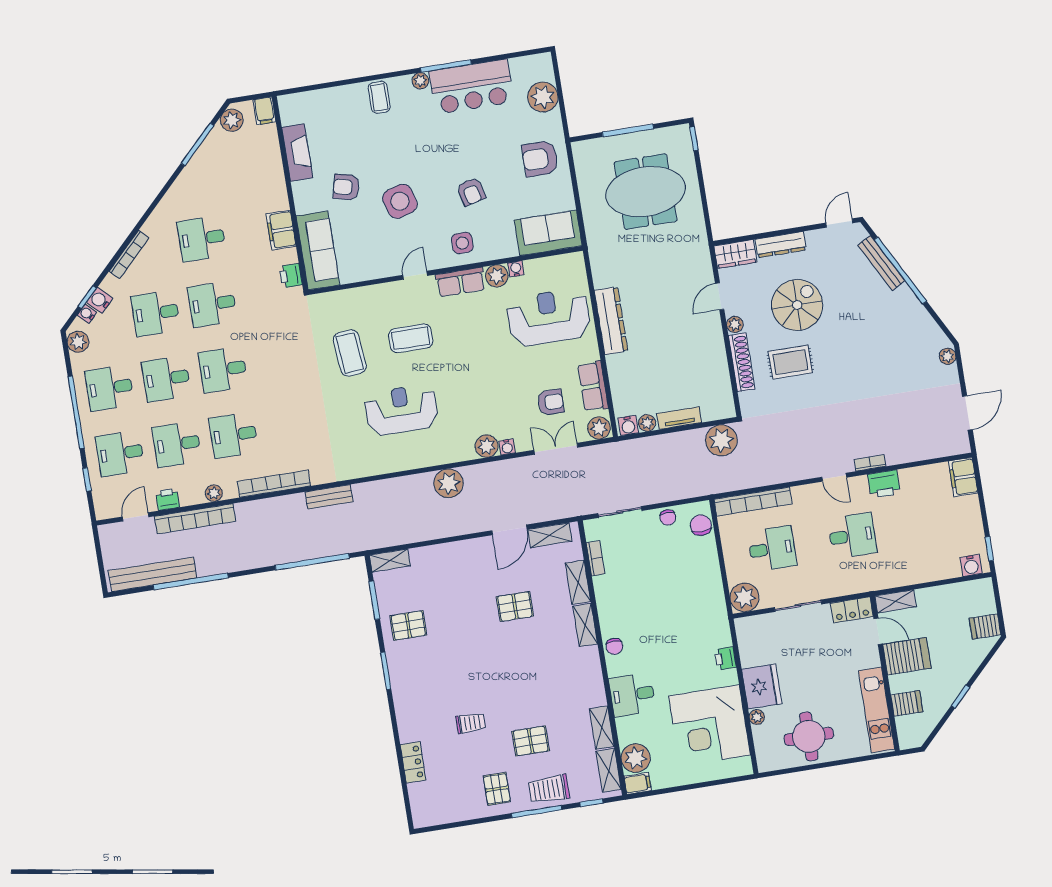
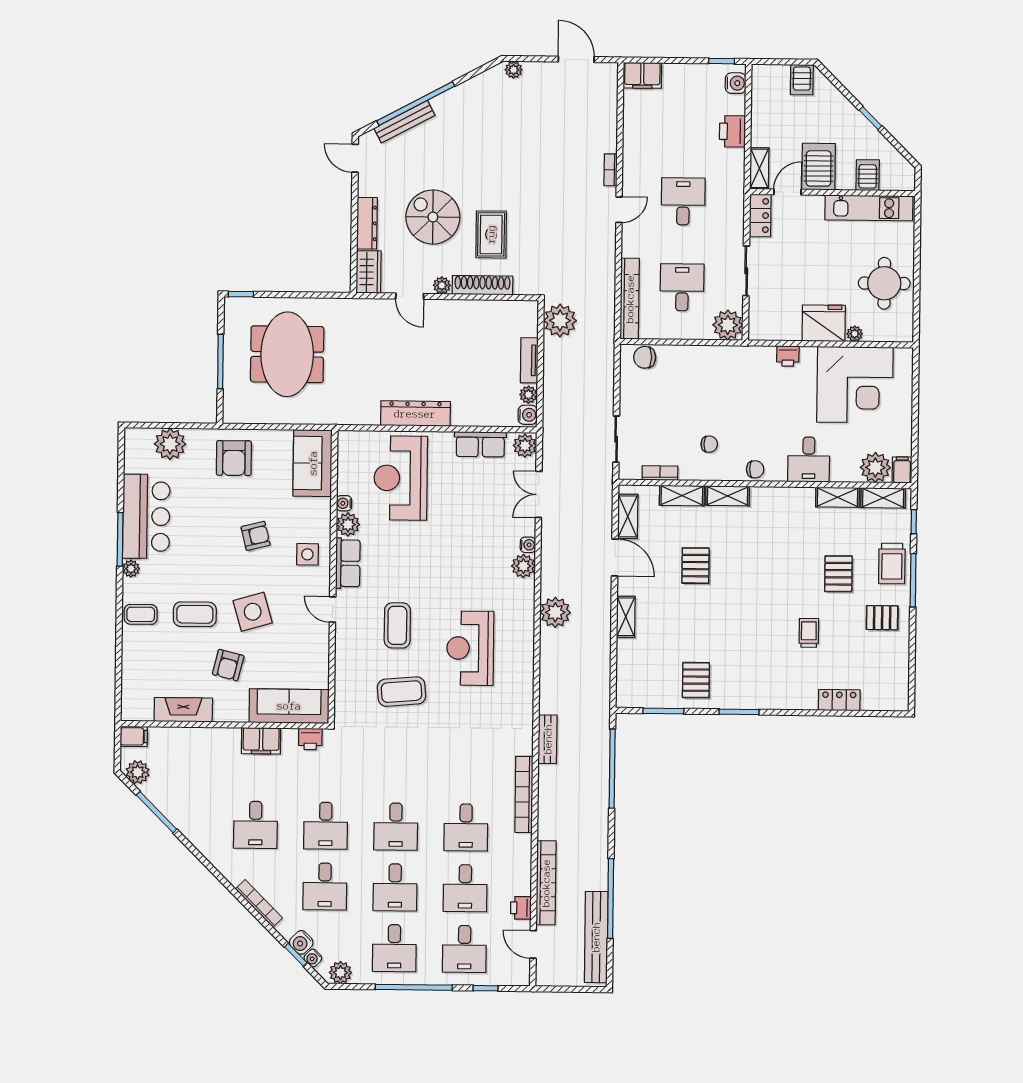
coffee table: (388, 148) -> (195, 614), added
armchair: (551, 402) -> (489, 491), removed
printer: (884, 484) -> (732, 131), moved, turned 180
plant: (214, 493) -> (523, 859), removed
chair: (668, 517) -> (709, 444), moved
shelving: (390, 560) -> (626, 617), moved

